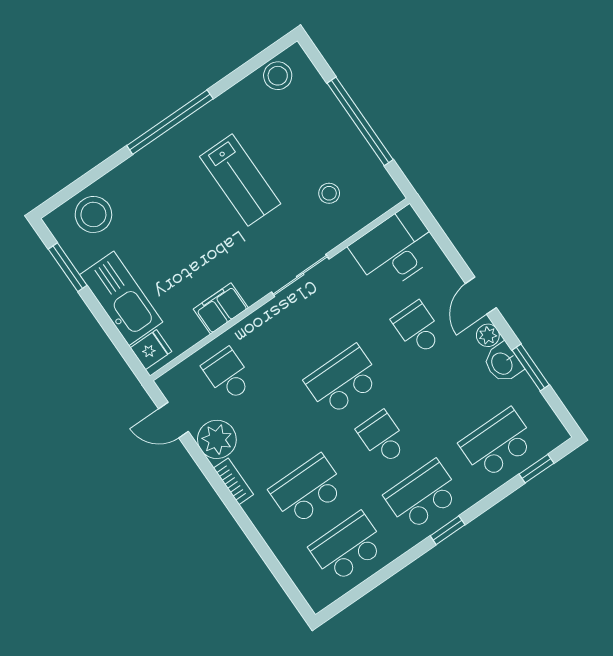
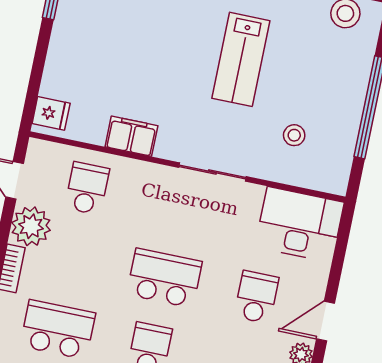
kitchen sink: (121, 298) -> (68, 55), removed

